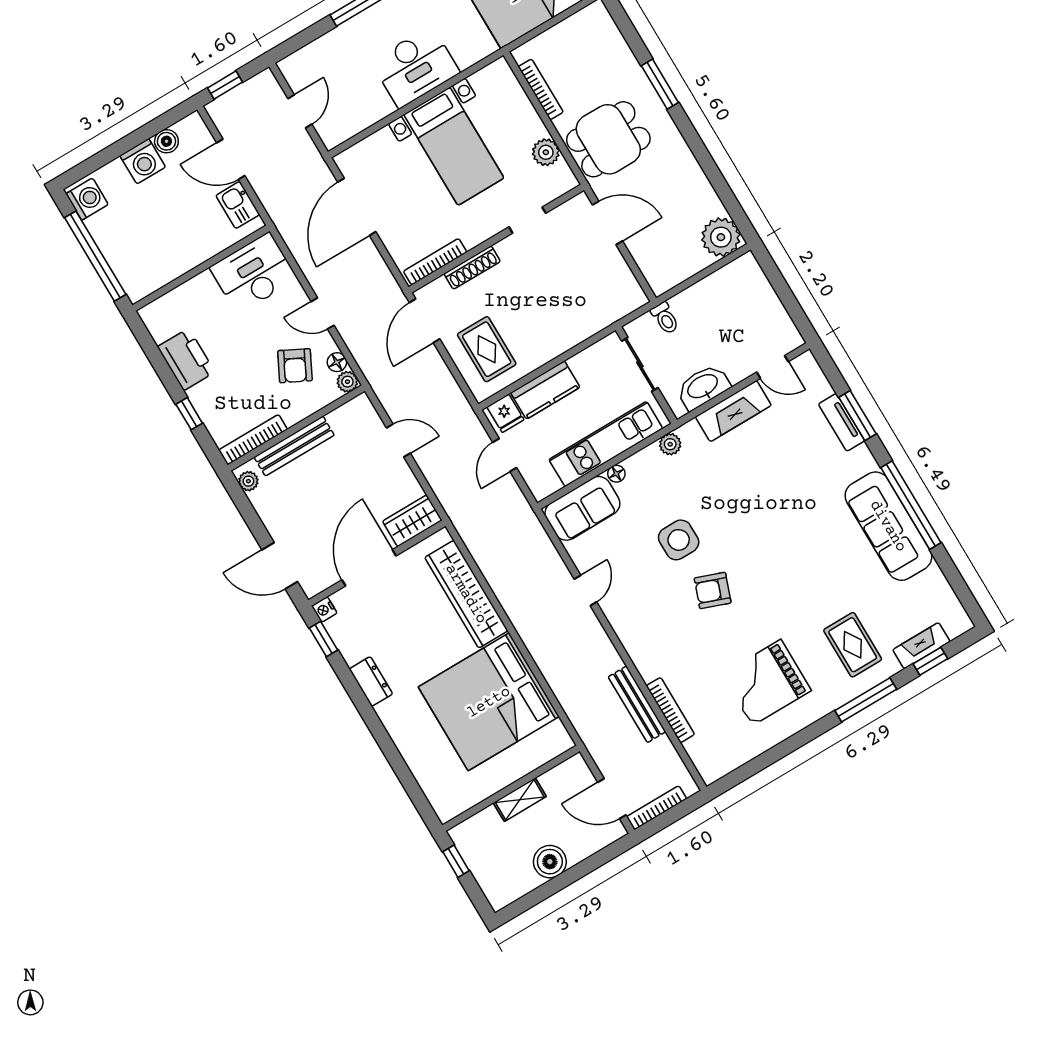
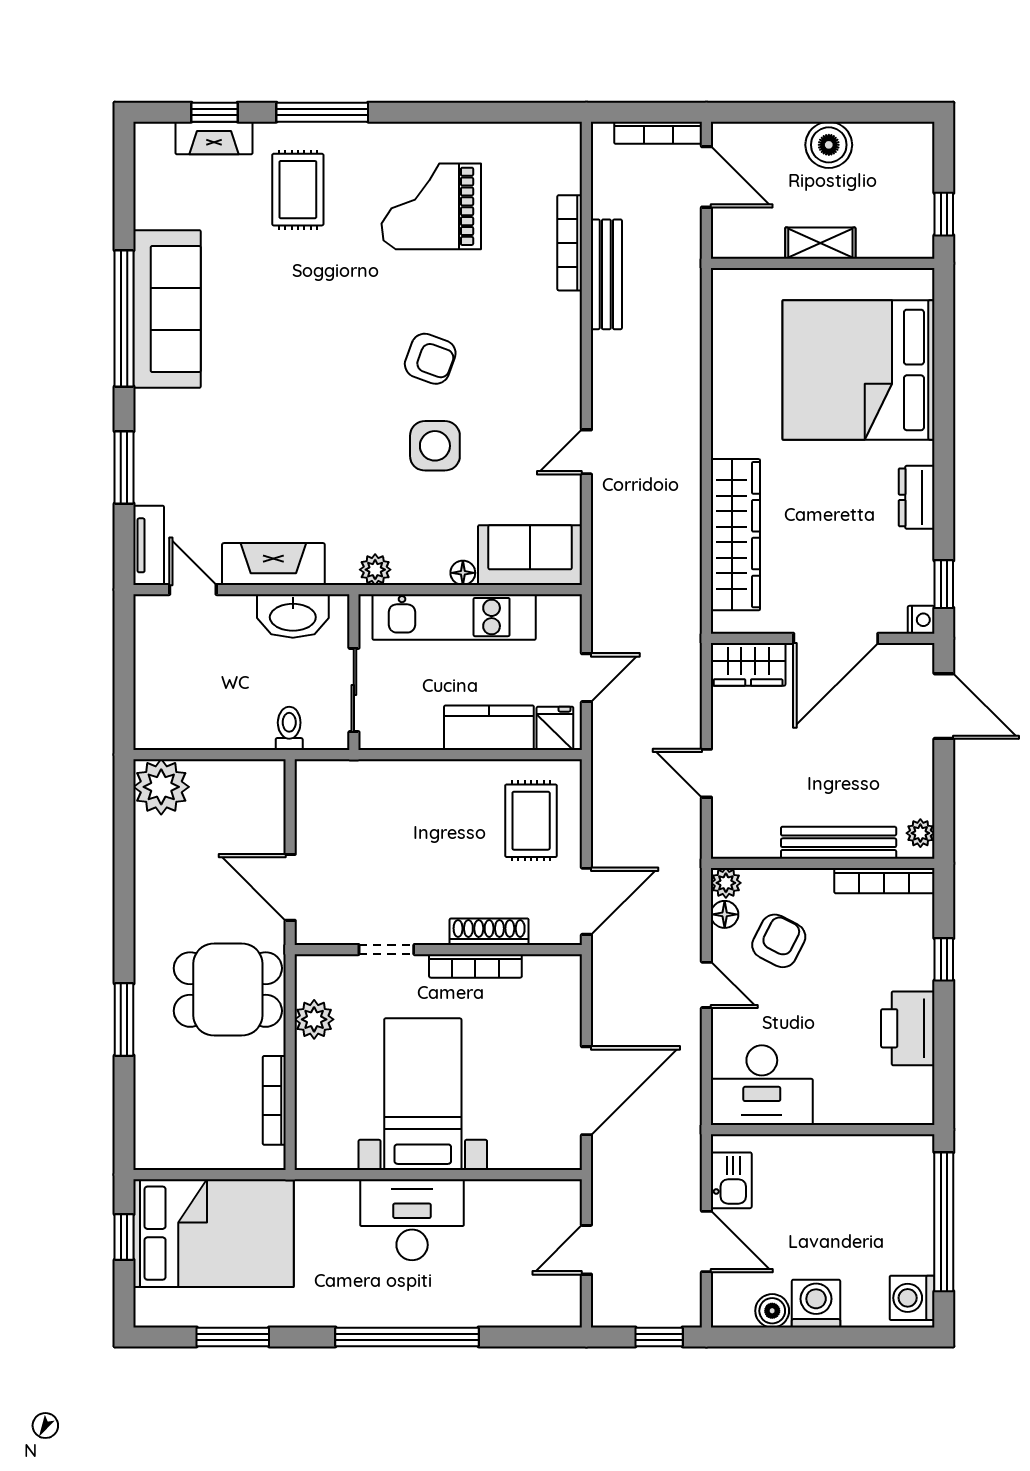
bookcase: (435, 262) -> (475, 966), moved
tv unit: (842, 422) -> (149, 545), moved
grand piano: (767, 682) -> (431, 206), turned 180
bed: (489, 702) -> (859, 370), moved, turned 180

